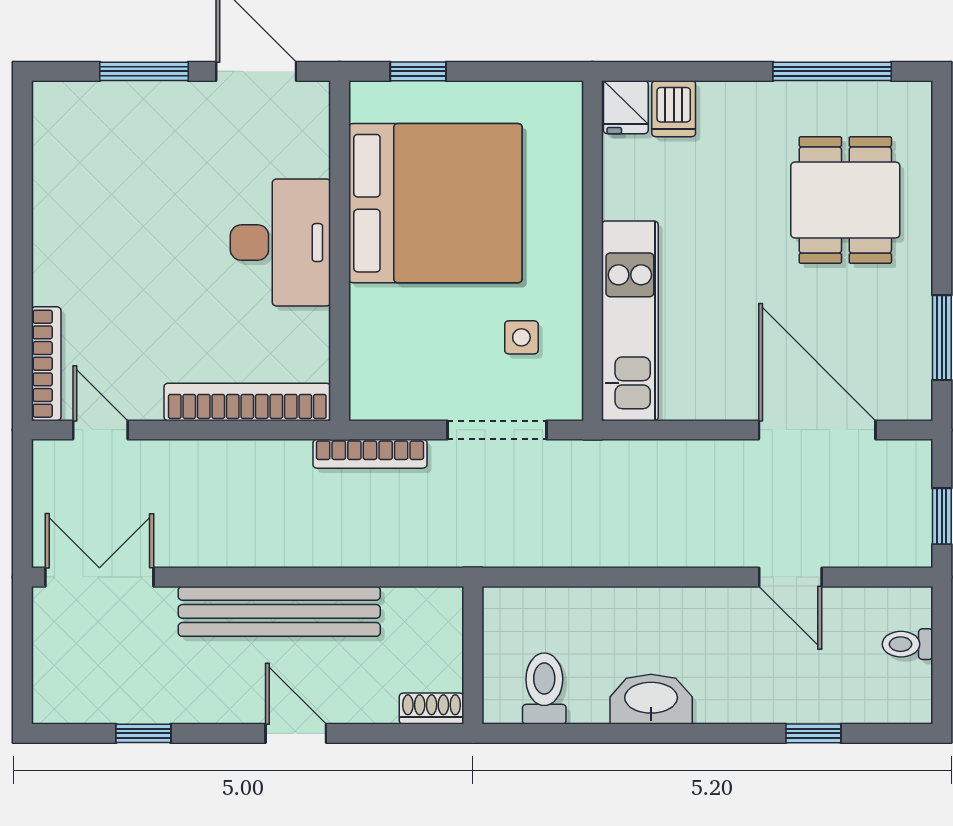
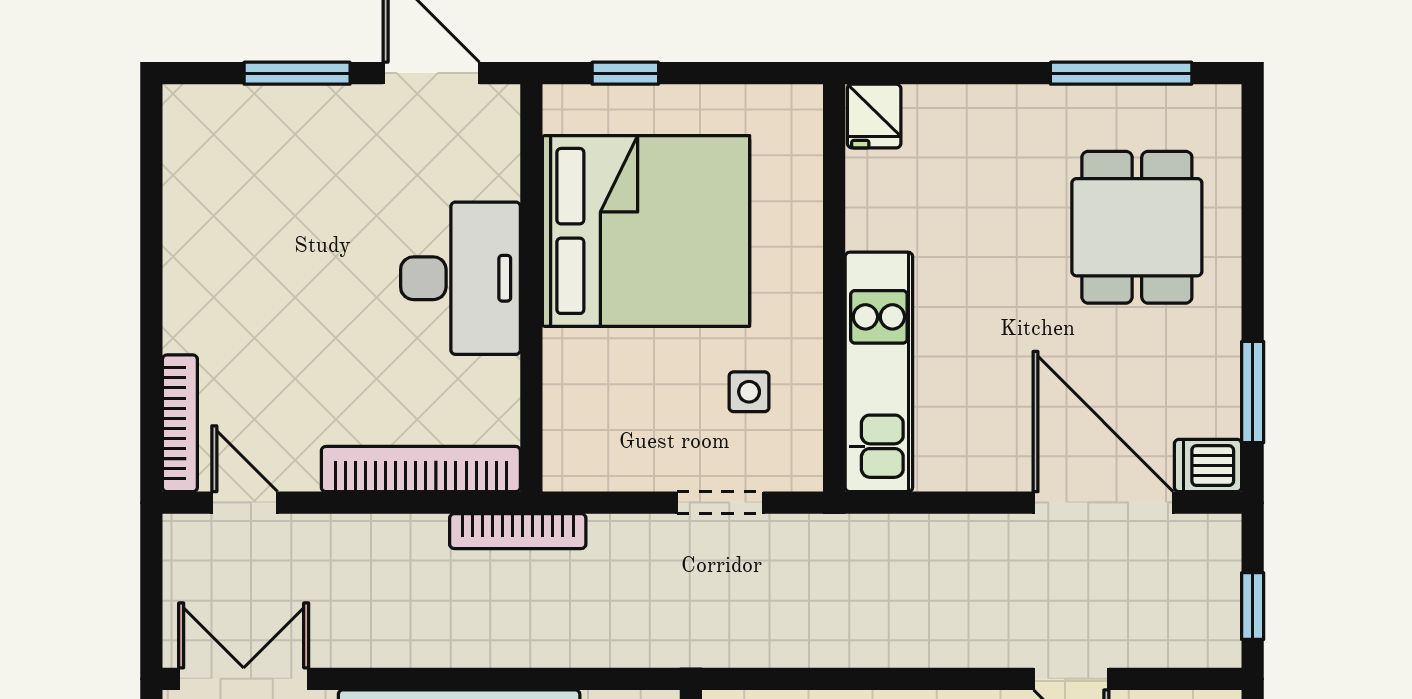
dishwasher: (674, 109) -> (1208, 466), moved, turned 90
doorway: (497, 430) -> (720, 503), width x0.73
bookcase: (370, 454) -> (518, 531), moved

